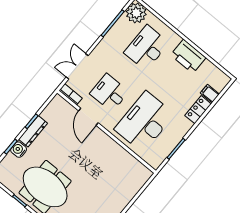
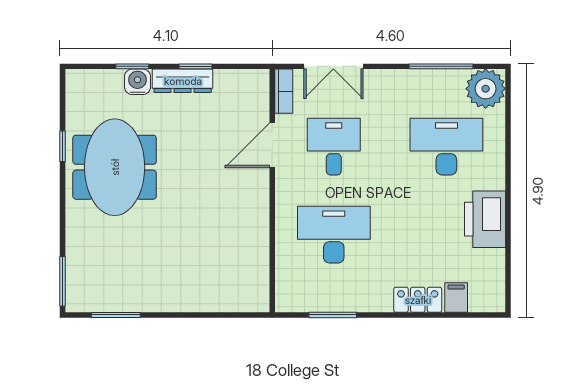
double door: (77, 66) -> (333, 66), swing flipped
desk: (144, 122) -> (334, 235), width x0.73, depth x0.77

